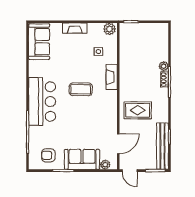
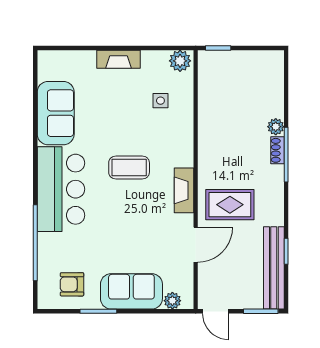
sofa: (39, 42) -> (56, 113), moved
fireplace: (112, 77) -> (184, 190), moved
door: (118, 144) -> (196, 245), moved

